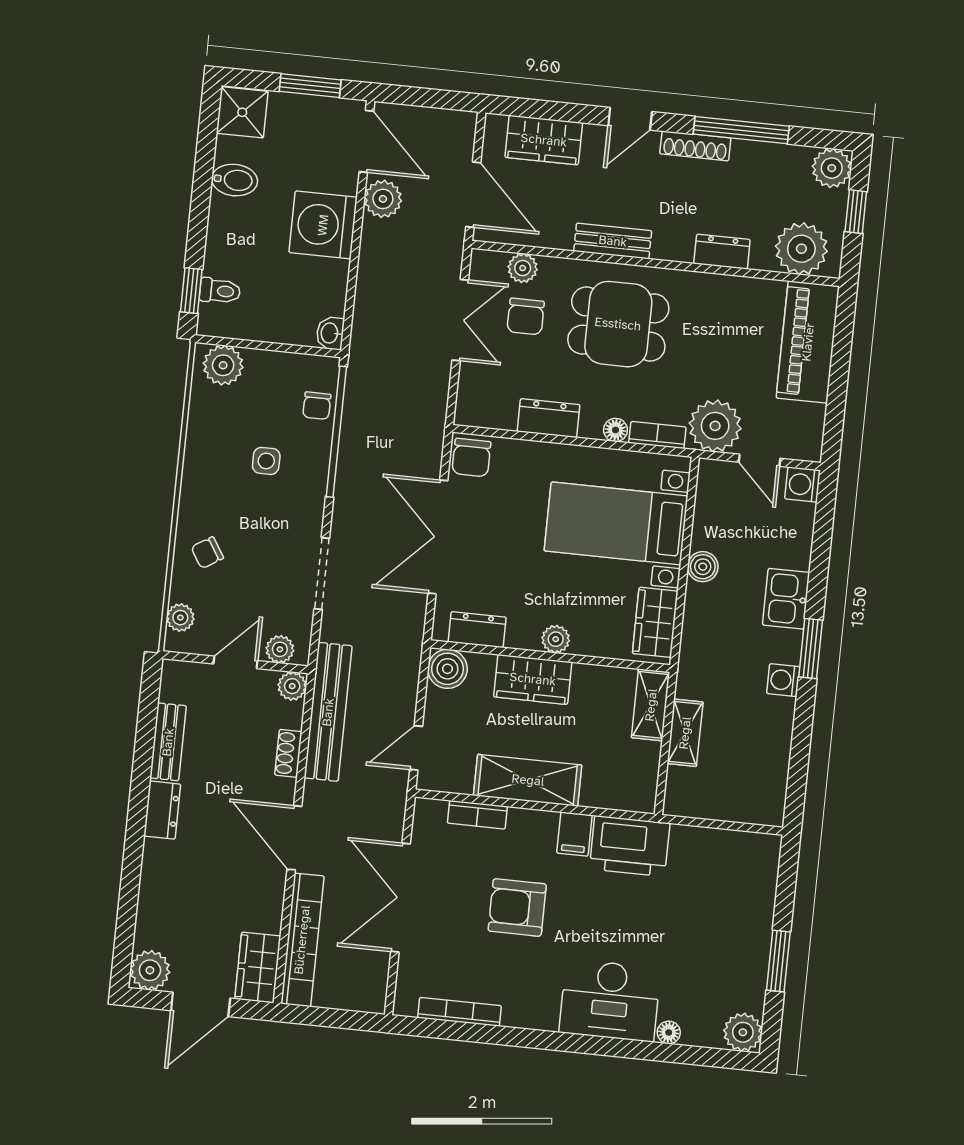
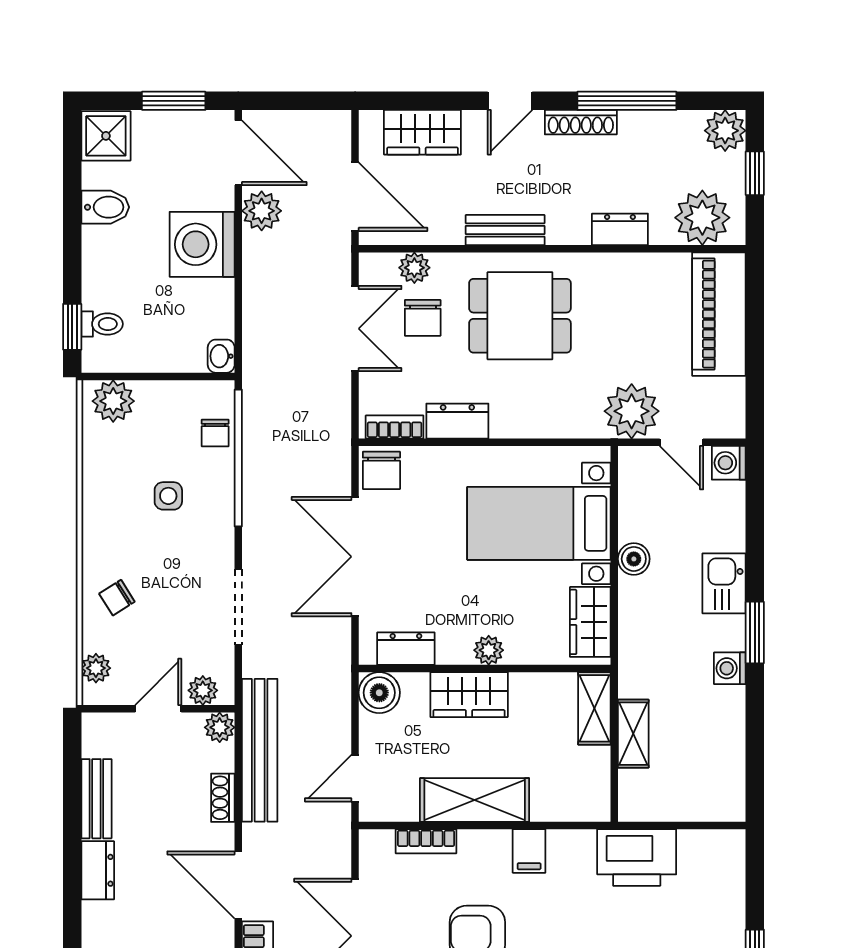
floor lamp: (615, 430) -> (528, 426), removed
bookcase: (657, 435) -> (395, 427), moved
printer: (630, 846) -> (637, 857), moved

